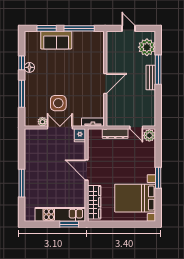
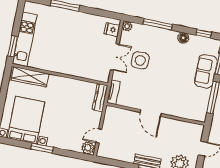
window: (22, 63) -> (204, 34), moved
plant: (42, 122) -> (127, 26), moved
dresser: (115, 133) -> (100, 98), moved
fridge: (80, 135) -> (112, 30), moved
door: (87, 170) -> (65, 76), removed

